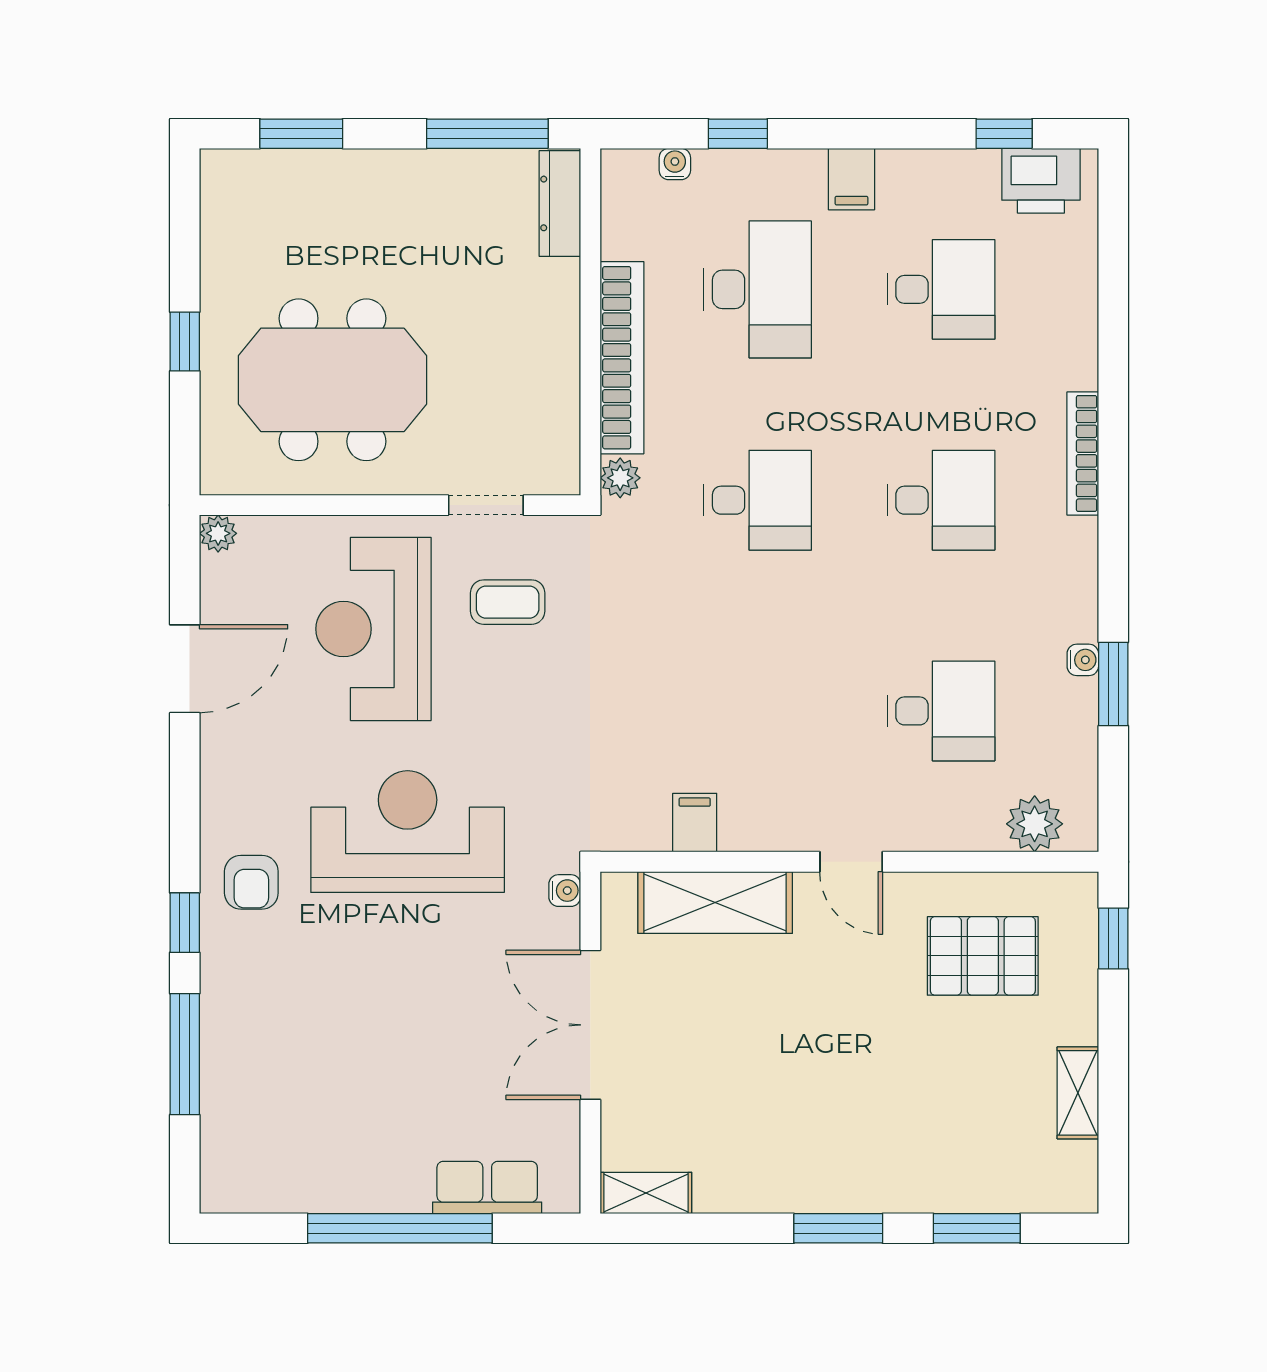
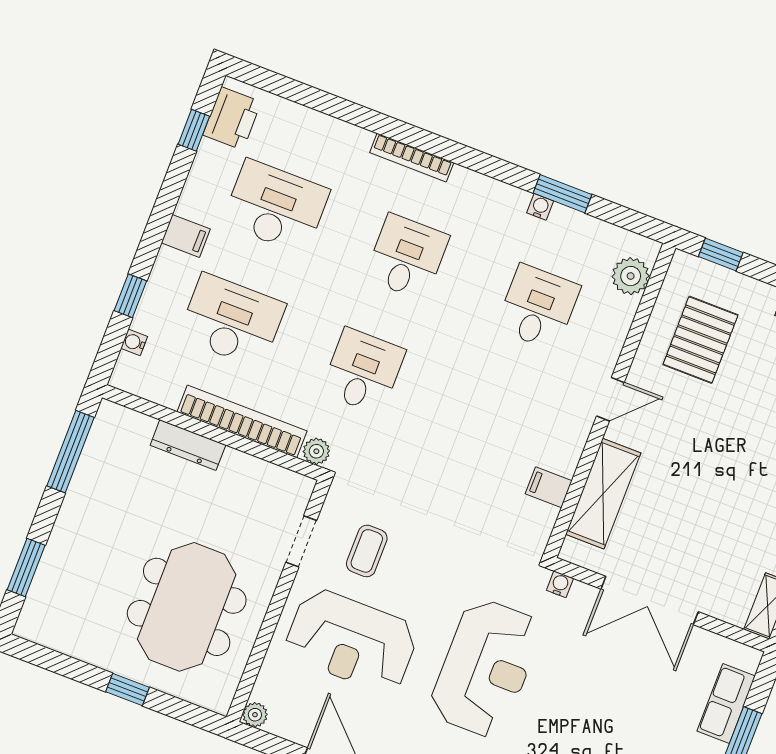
dresser: (560, 203) -> (188, 445), moved
desk: (941, 289) -> (276, 207), width x1.37
reception desk: (408, 832) -> (486, 668), turned 180

